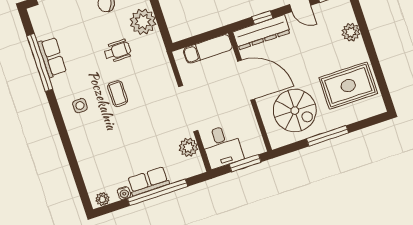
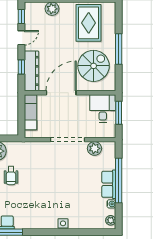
wheelchair: (117, 51) -> (11, 176), turned 180
coffee table: (118, 93) -> (41, 185), removed
side table: (80, 106) -> (63, 223), moved
desk: (222, 146) -> (103, 109), moved, turned -90

